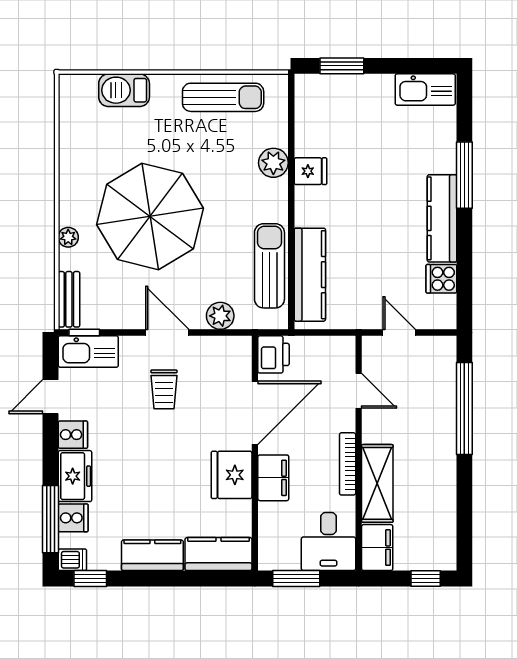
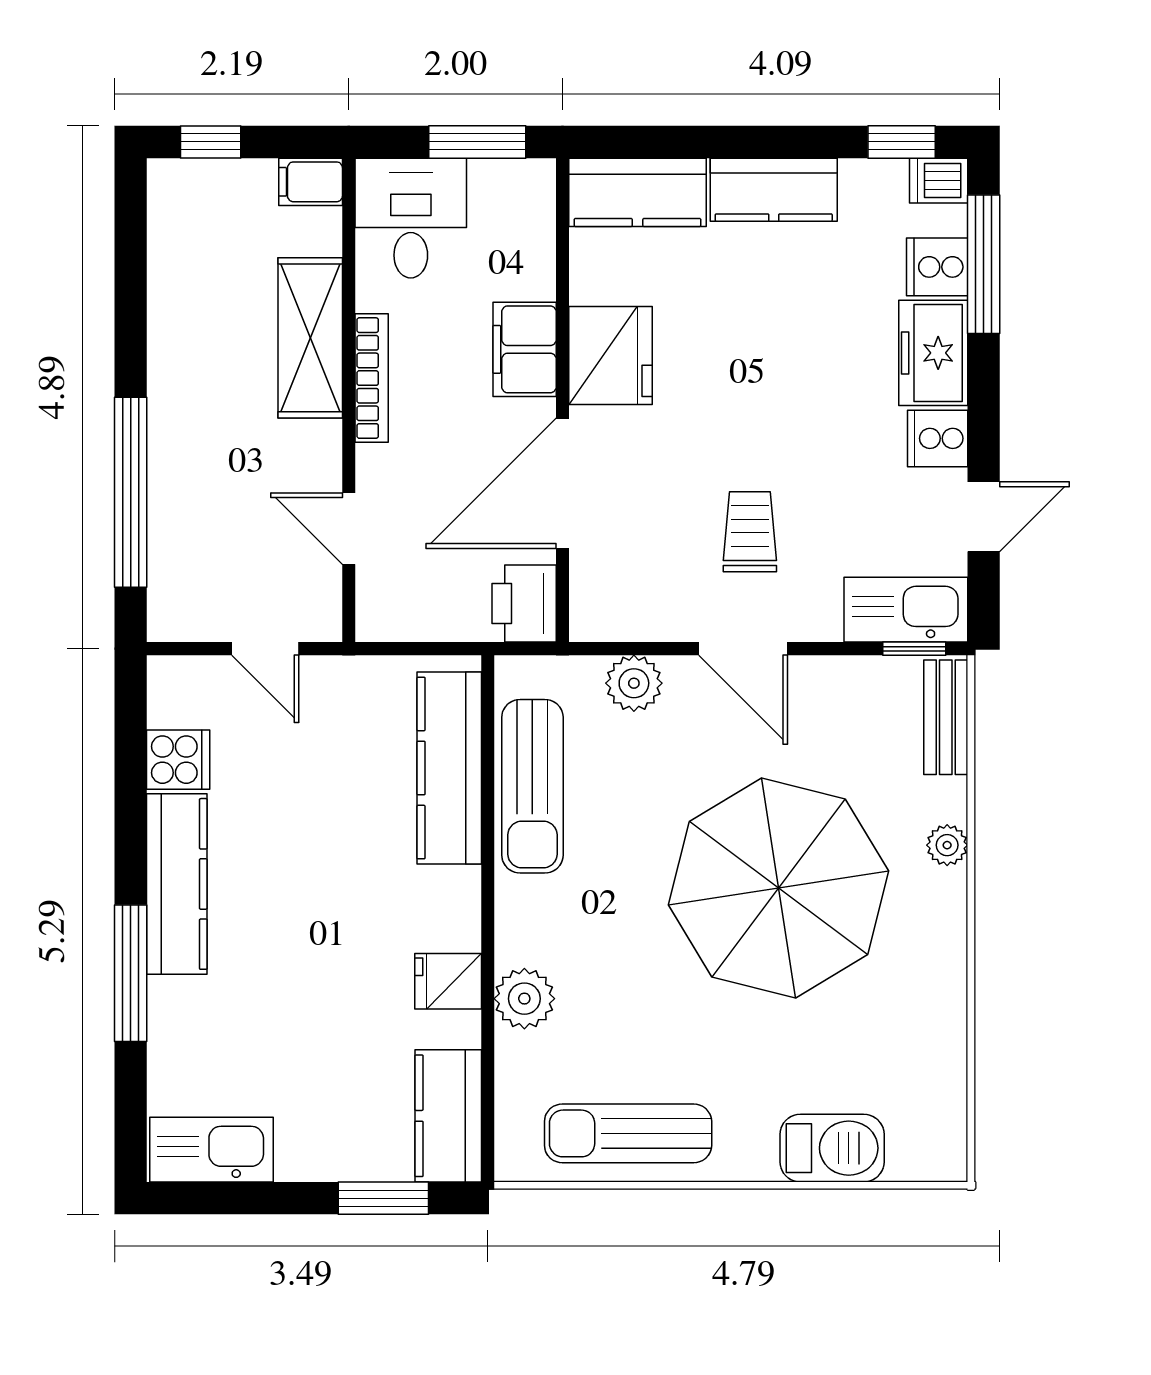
kitchen counter: (310, 106) -> (448, 1116), added
filing cabinet: (377, 548) -> (311, 182), width x0.50

